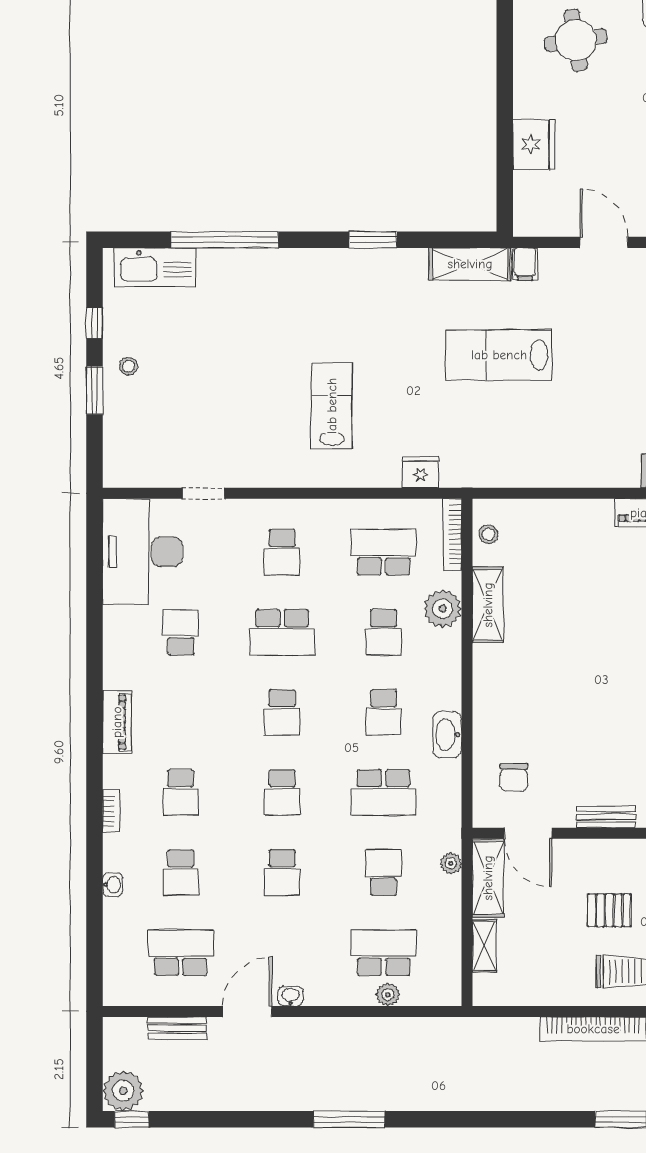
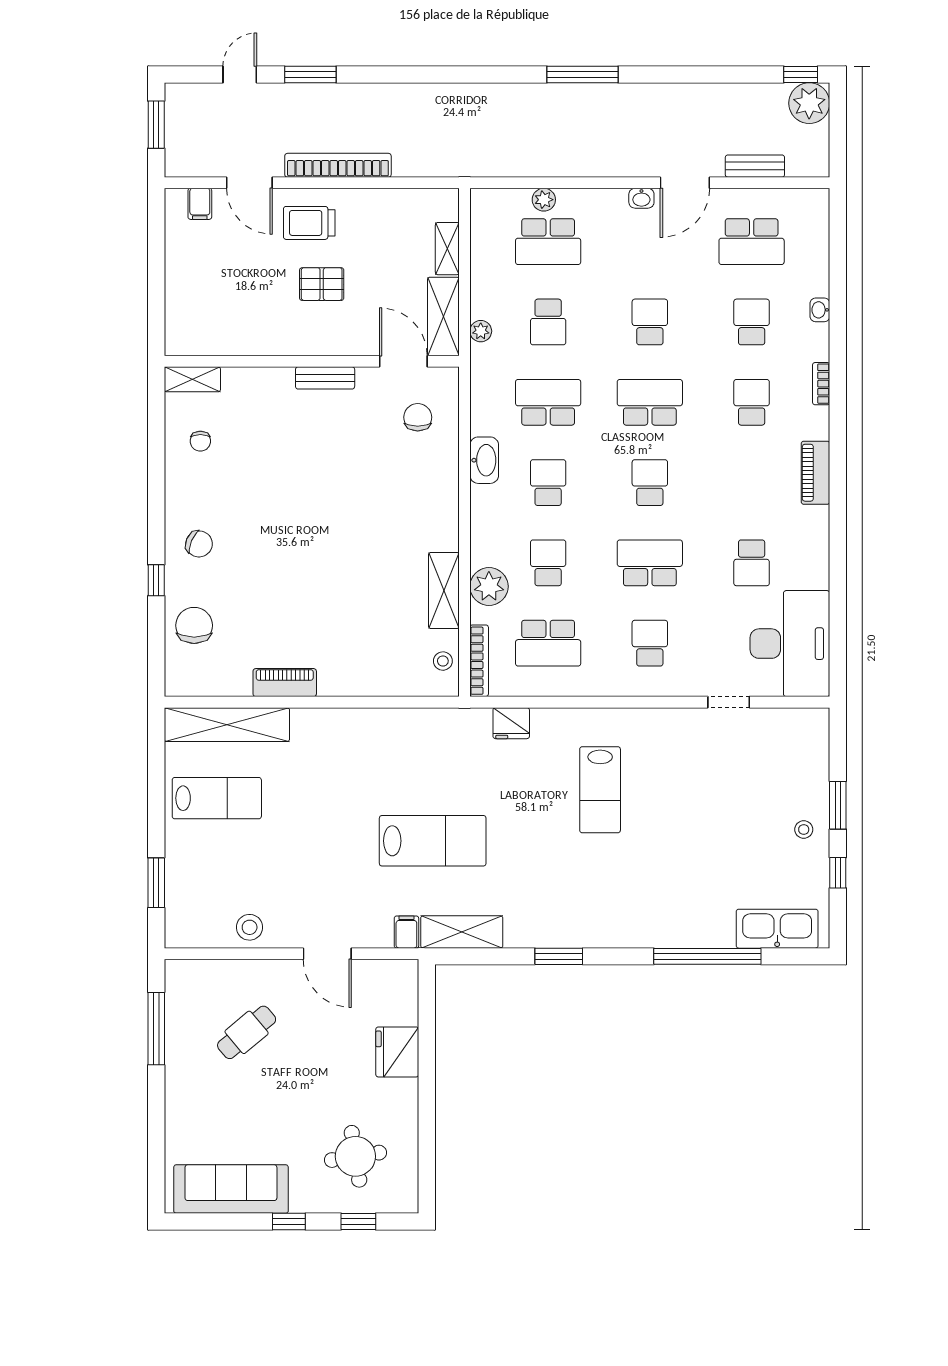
school desk: (282, 792) -> (650, 402), width x1.85

